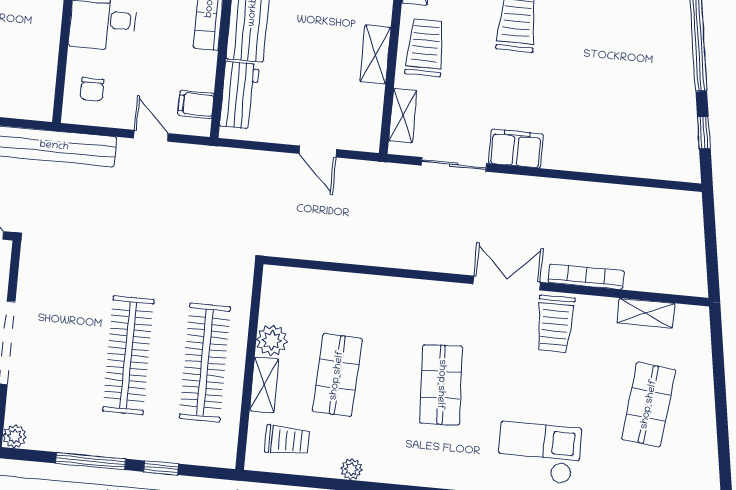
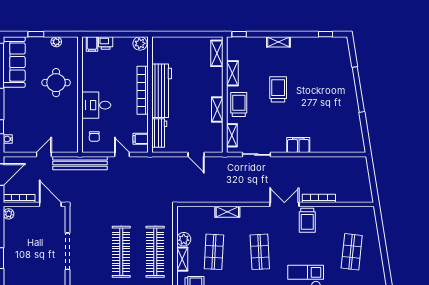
window: (704, 133) -> (365, 130), removed
filing cabinet: (516, 149) -> (298, 145), moved
shelving: (646, 313) -> (227, 212), moved

